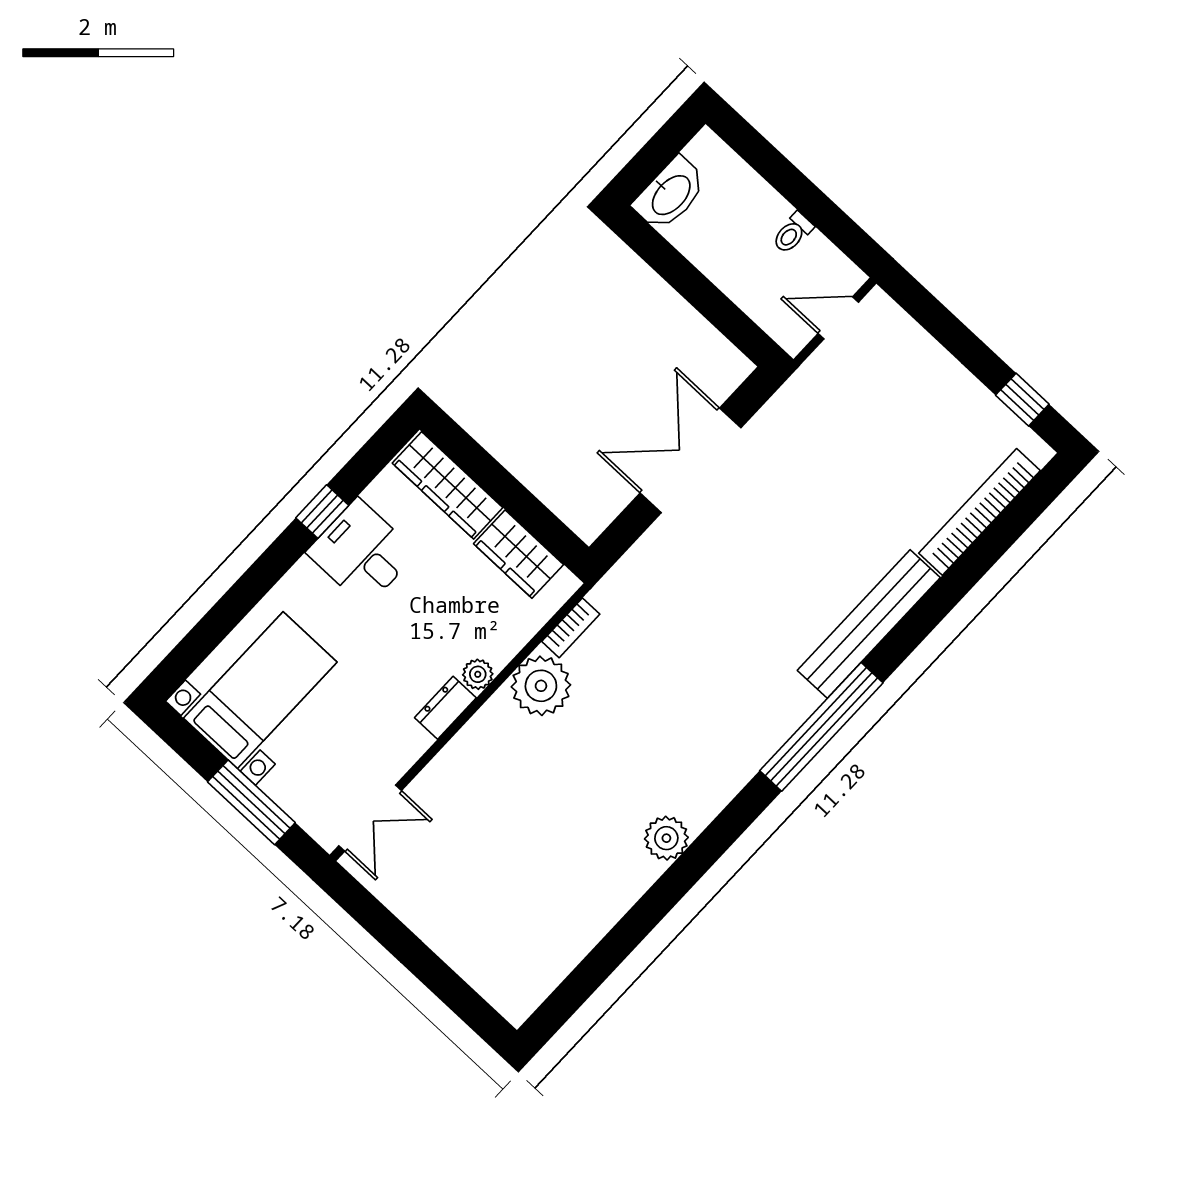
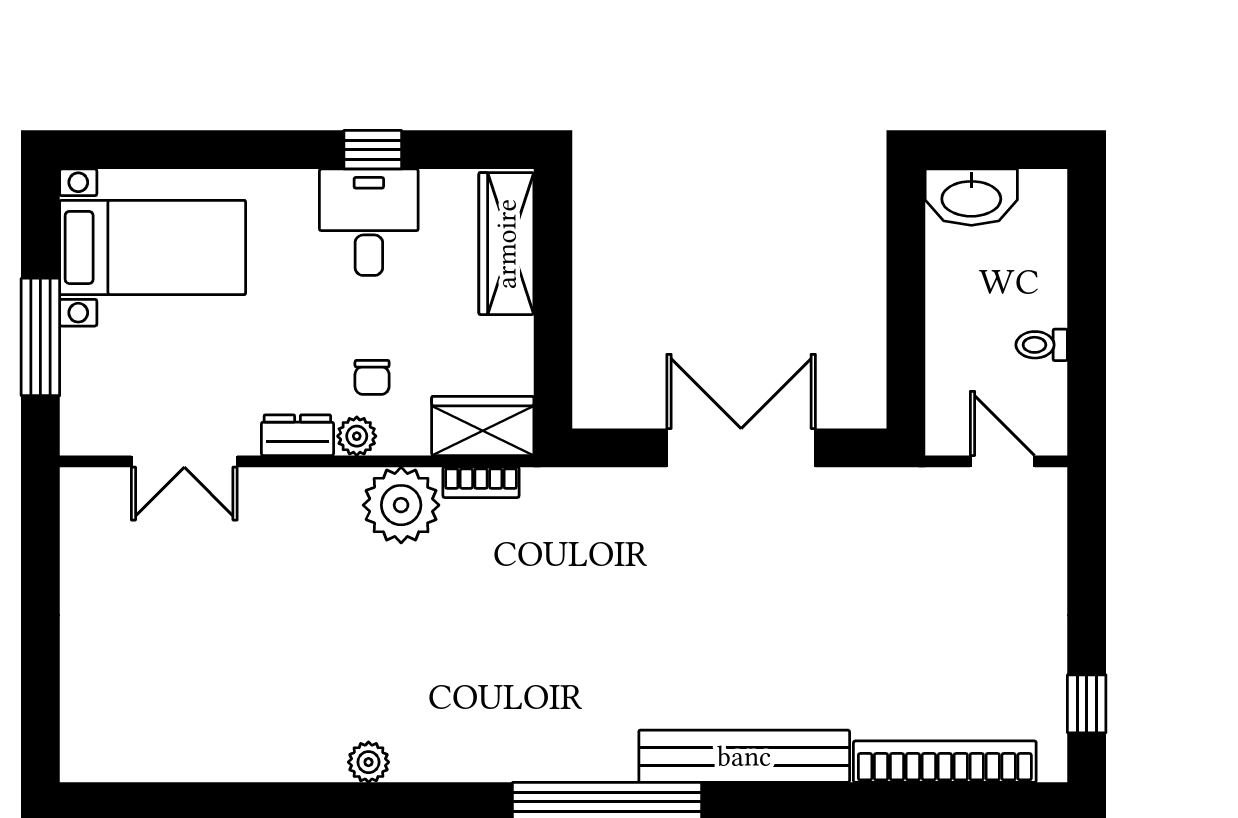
wardrobe: (519, 554) -> (483, 426), moved, turned 90
chair: (452, 634) -> (372, 377), added
double door: (370, 818) -> (184, 461), moved
plant: (666, 838) -> (369, 762), width x0.73, depth x0.73

